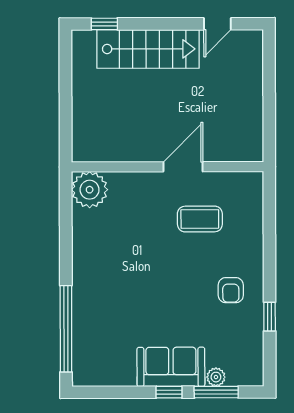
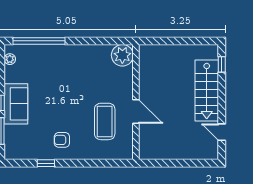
coffee table: (200, 219) -> (105, 121), width x1.36, depth x1.32
plant: (216, 377) -> (10, 59), moved

